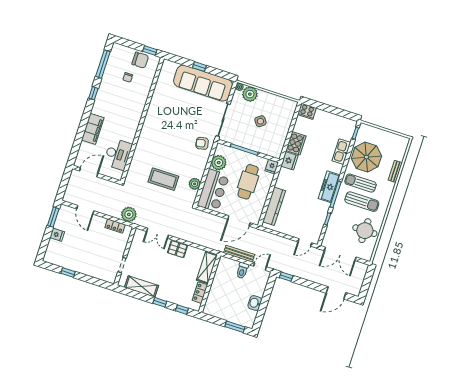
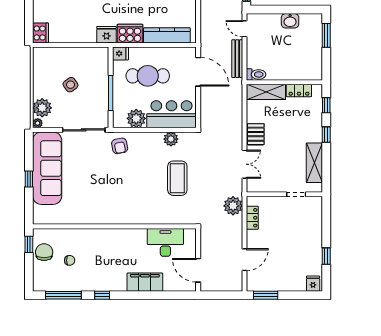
cooker: (296, 143) -> (130, 34), moved
fridge: (57, 235) -> (313, 284), moved
toilet: (242, 270) -> (256, 74), moved

